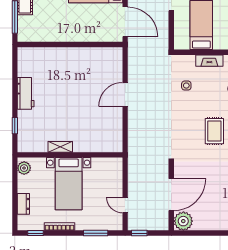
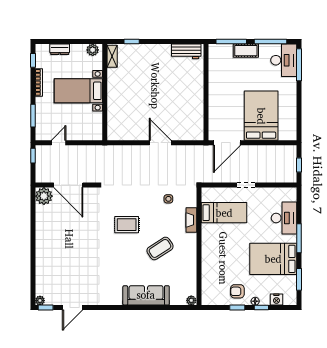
workbench: (26, 93) -> (186, 51), moved
shelving: (60, 147) -> (112, 56), moved

